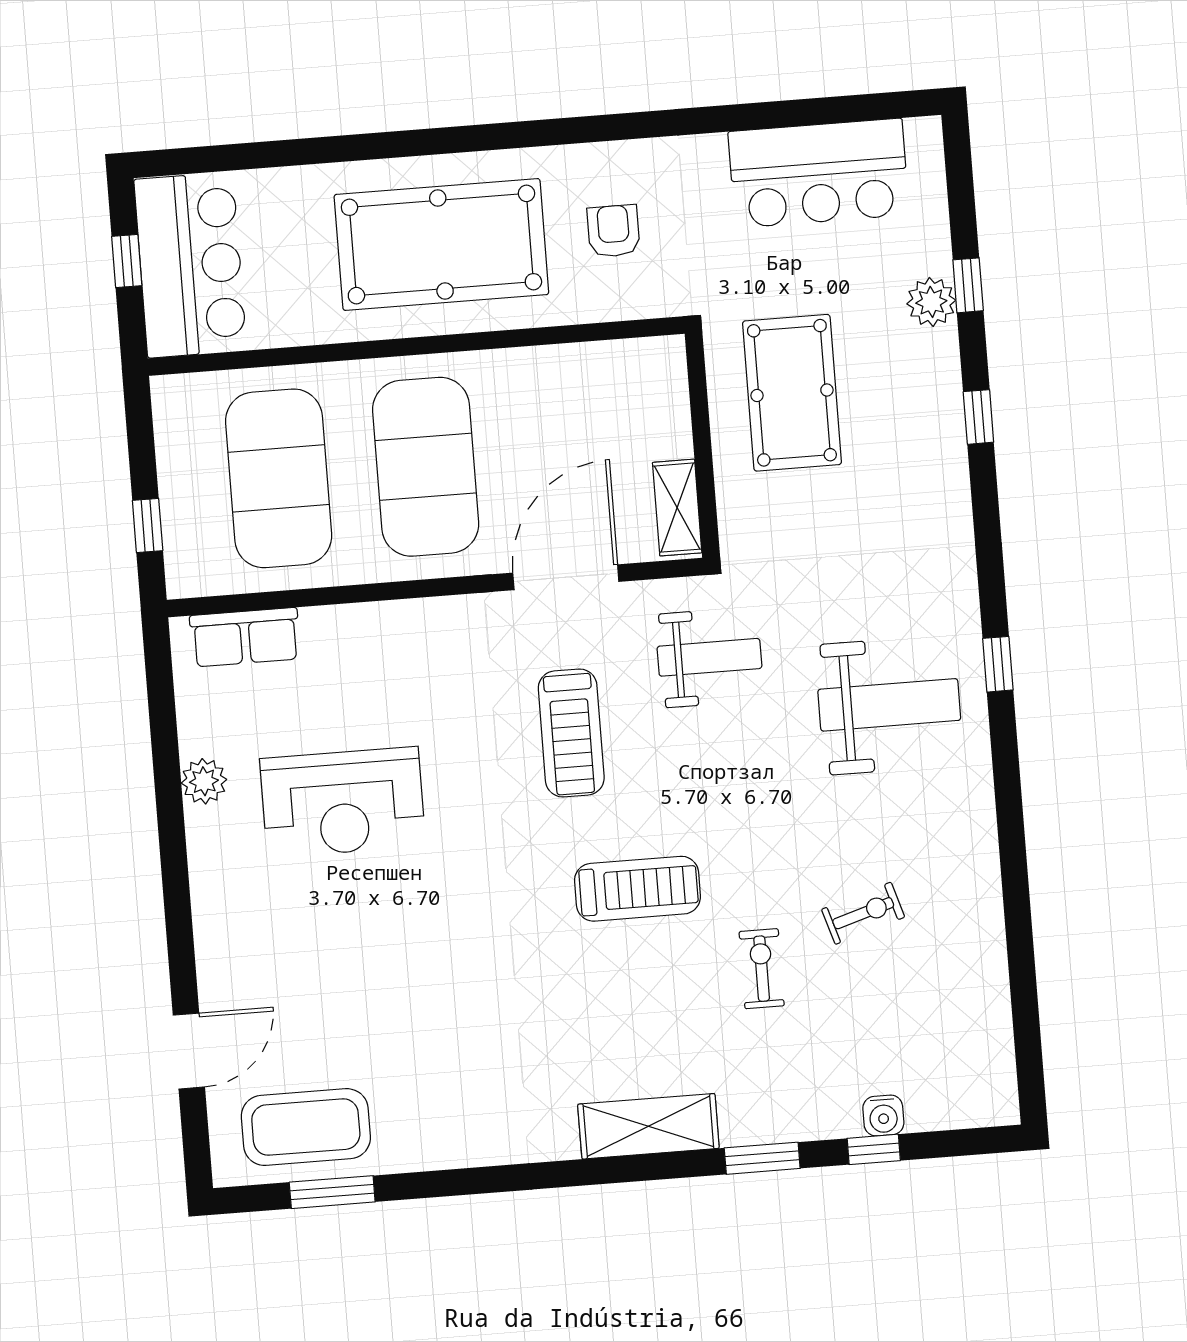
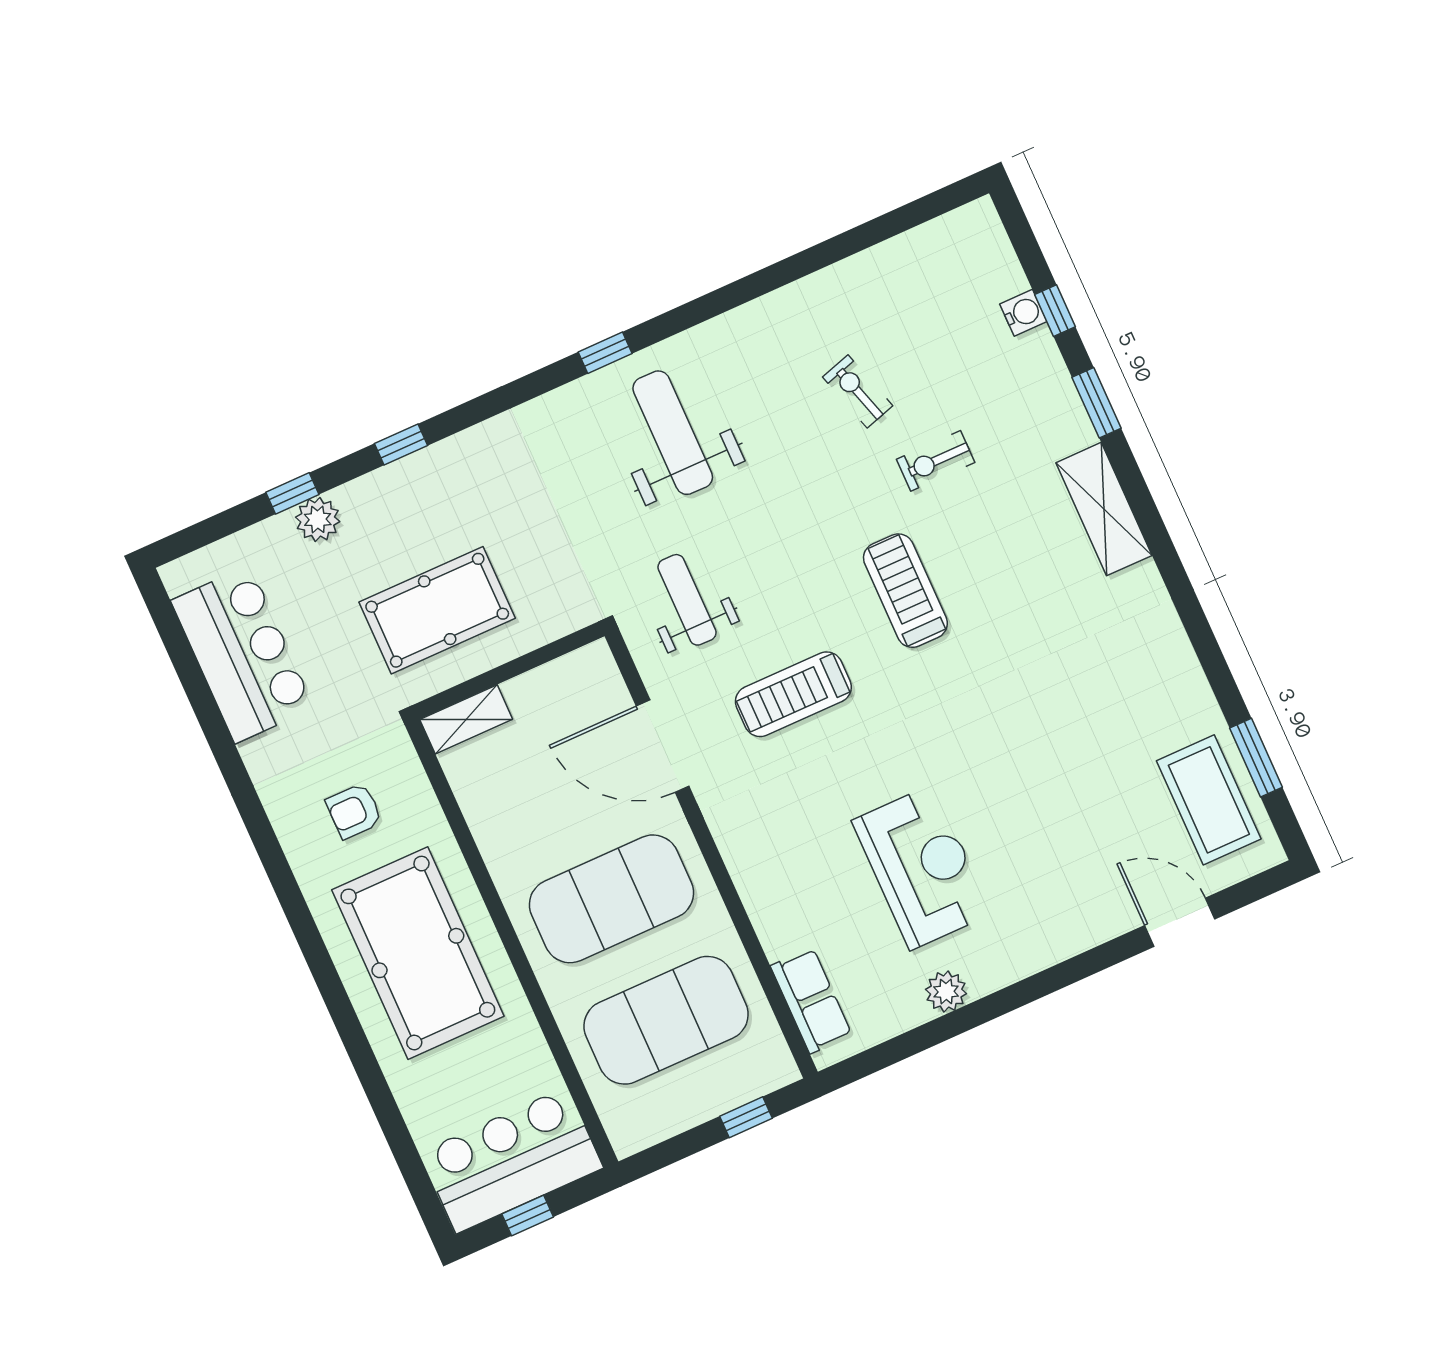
shelving: (677, 508) -> (466, 719), moved
treadmill: (571, 733) -> (793, 694), turned 180

